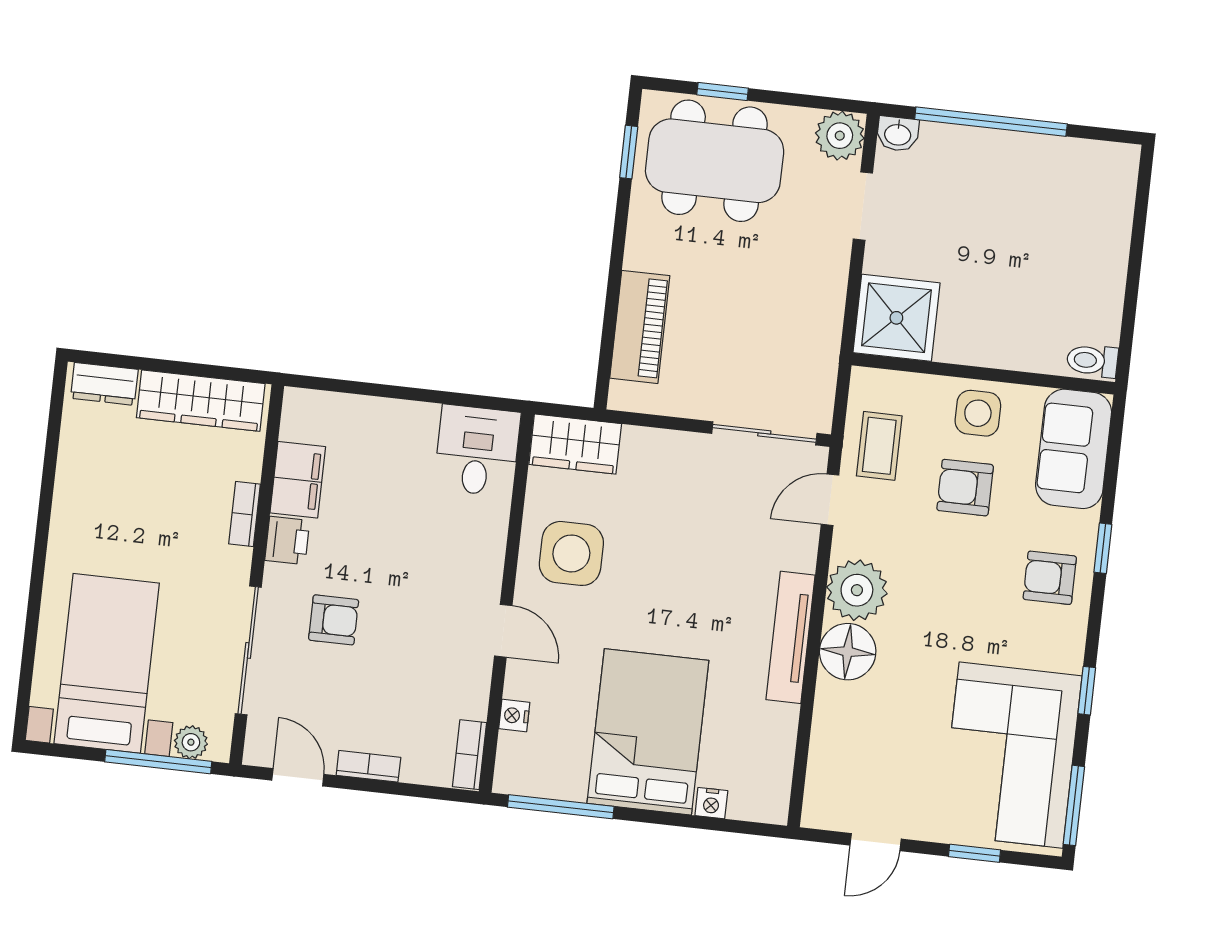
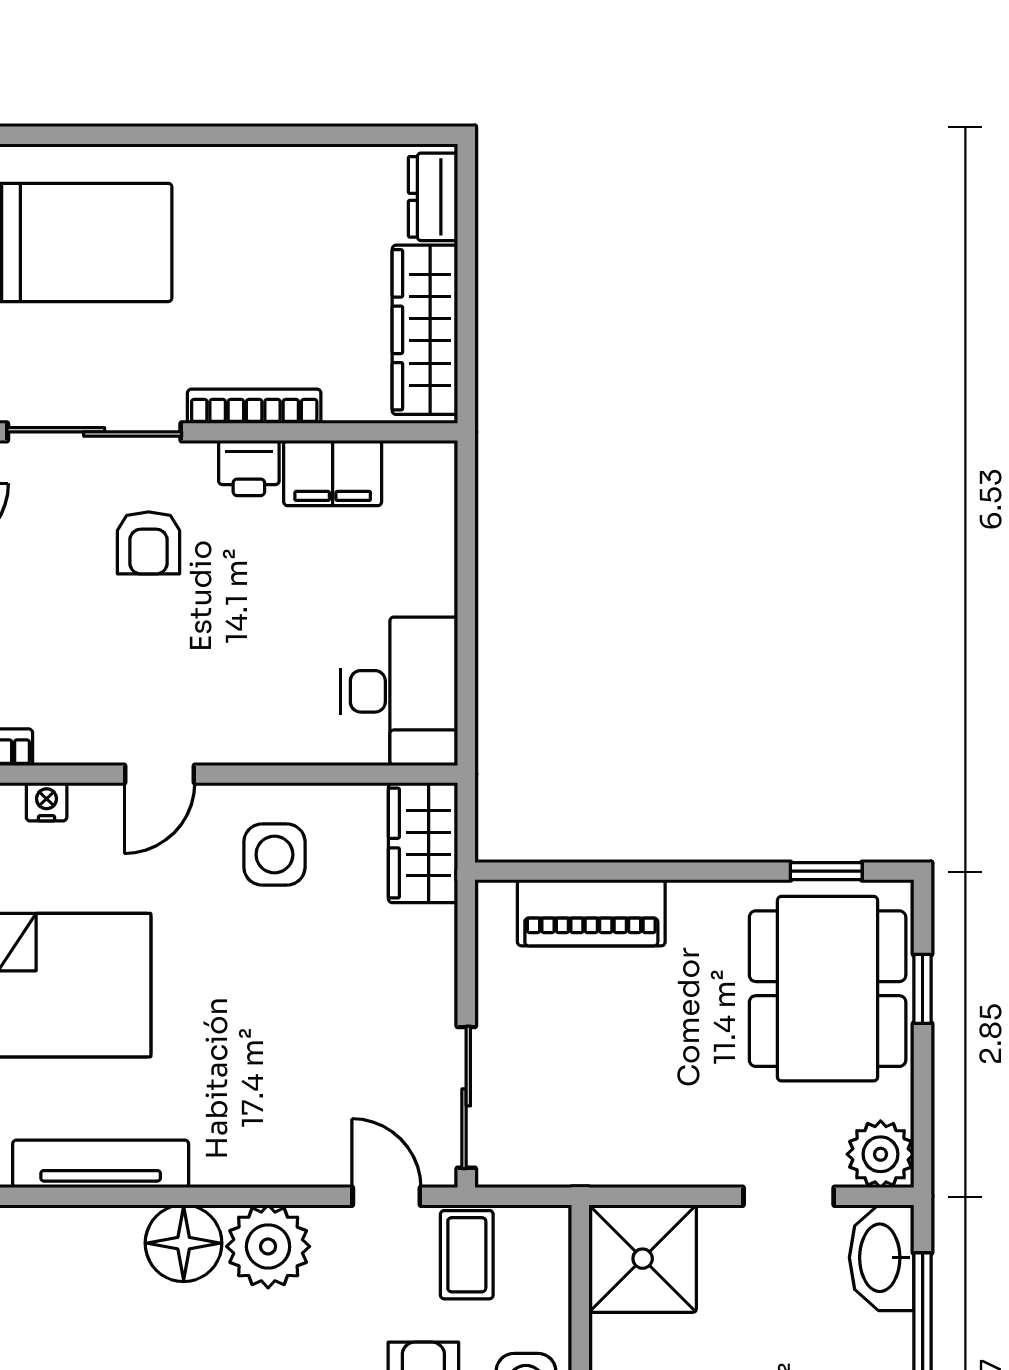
washbasin: (898, 134) -> (882, 1258), width x1.91, depth x1.45
coffee table: (879, 446) -> (467, 1255), turned 90
desk: (477, 451) -> (399, 691), width x1.37
bookcase: (245, 514) -> (254, 406), width x1.56
side table: (571, 553) -> (274, 855), width x0.73, depth x0.73
tv unit: (791, 637) -> (101, 1164), moved

